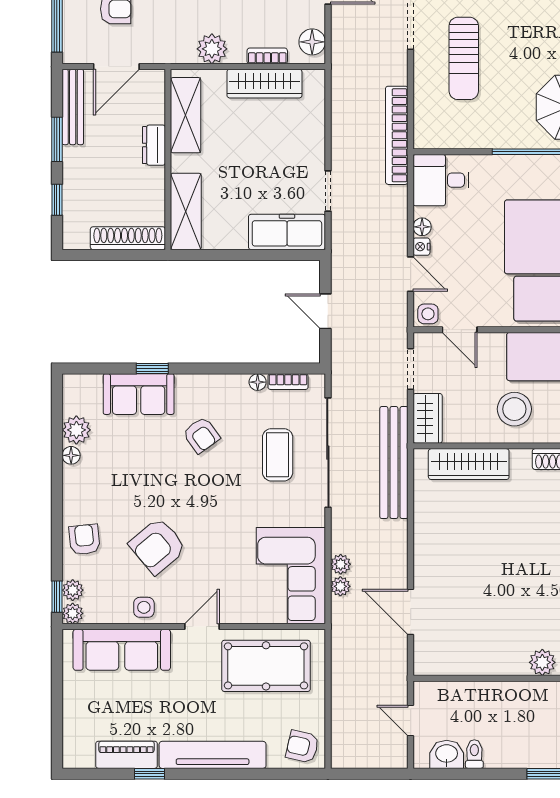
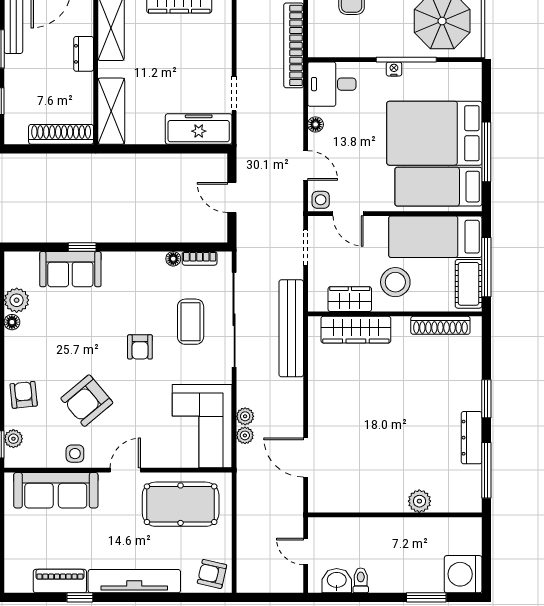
nightstand: (421, 247) -> (394, 69), moved, turned 90
wardrobe: (428, 418) -> (350, 299), moved, turned -90
armchair: (201, 435) -> (140, 347), moved, turned 36
plant: (73, 613) -> (13, 459), removed

